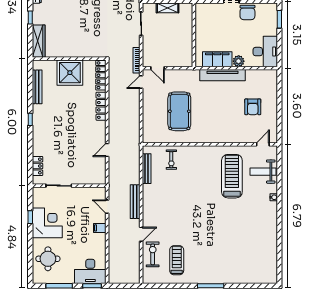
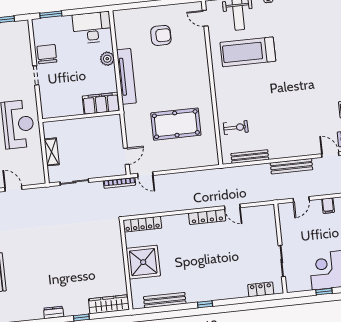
chair: (247, 12) -> (47, 54), turned -90
filing cabinet: (217, 59) -> (101, 103), moved, turned 90
locker: (101, 106) -> (207, 217), moved

